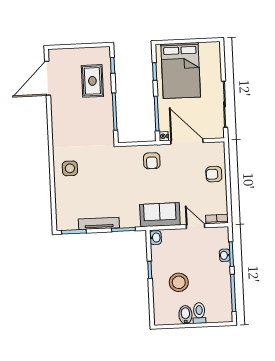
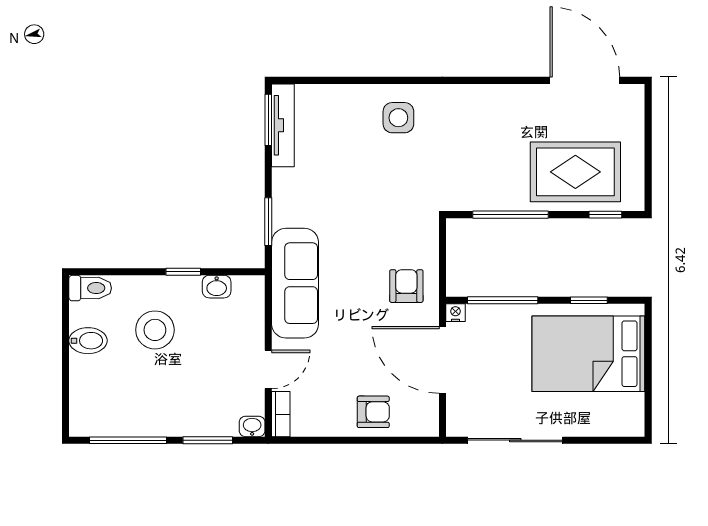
rug: (92, 81) -> (575, 172), width x1.36, depth x1.43
door: (187, 142) -> (442, 360), swing flipped
armchair: (152, 161) -> (406, 286), turned 90
armchair: (214, 174) -> (373, 412), turned 90
sofa: (160, 215) -> (295, 283), width x1.36
tv unit: (99, 223) -> (283, 125), moved
washbasin: (156, 238) -> (217, 287), moved
washbasin: (225, 255) -> (252, 426), moved
toilet: (199, 313) -> (90, 288), moved

